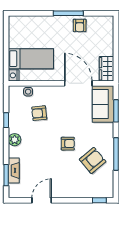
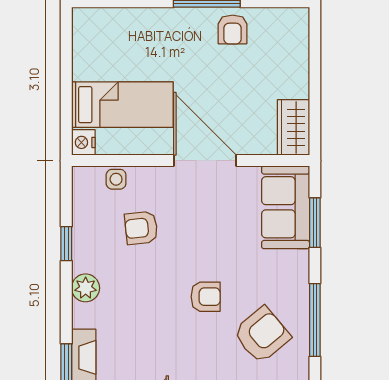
door: (78, 83) -> (205, 161), moved

